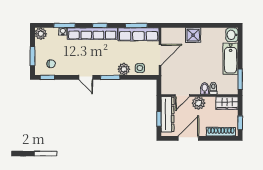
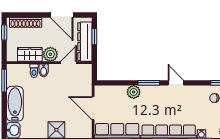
door: (160, 55) -> (93, 108), hinge flipped
side table: (140, 68) -> (116, 93), removed
wardrobe: (227, 103) -> (30, 54), moved
door: (188, 138) -> (62, 15), hinge flipped

